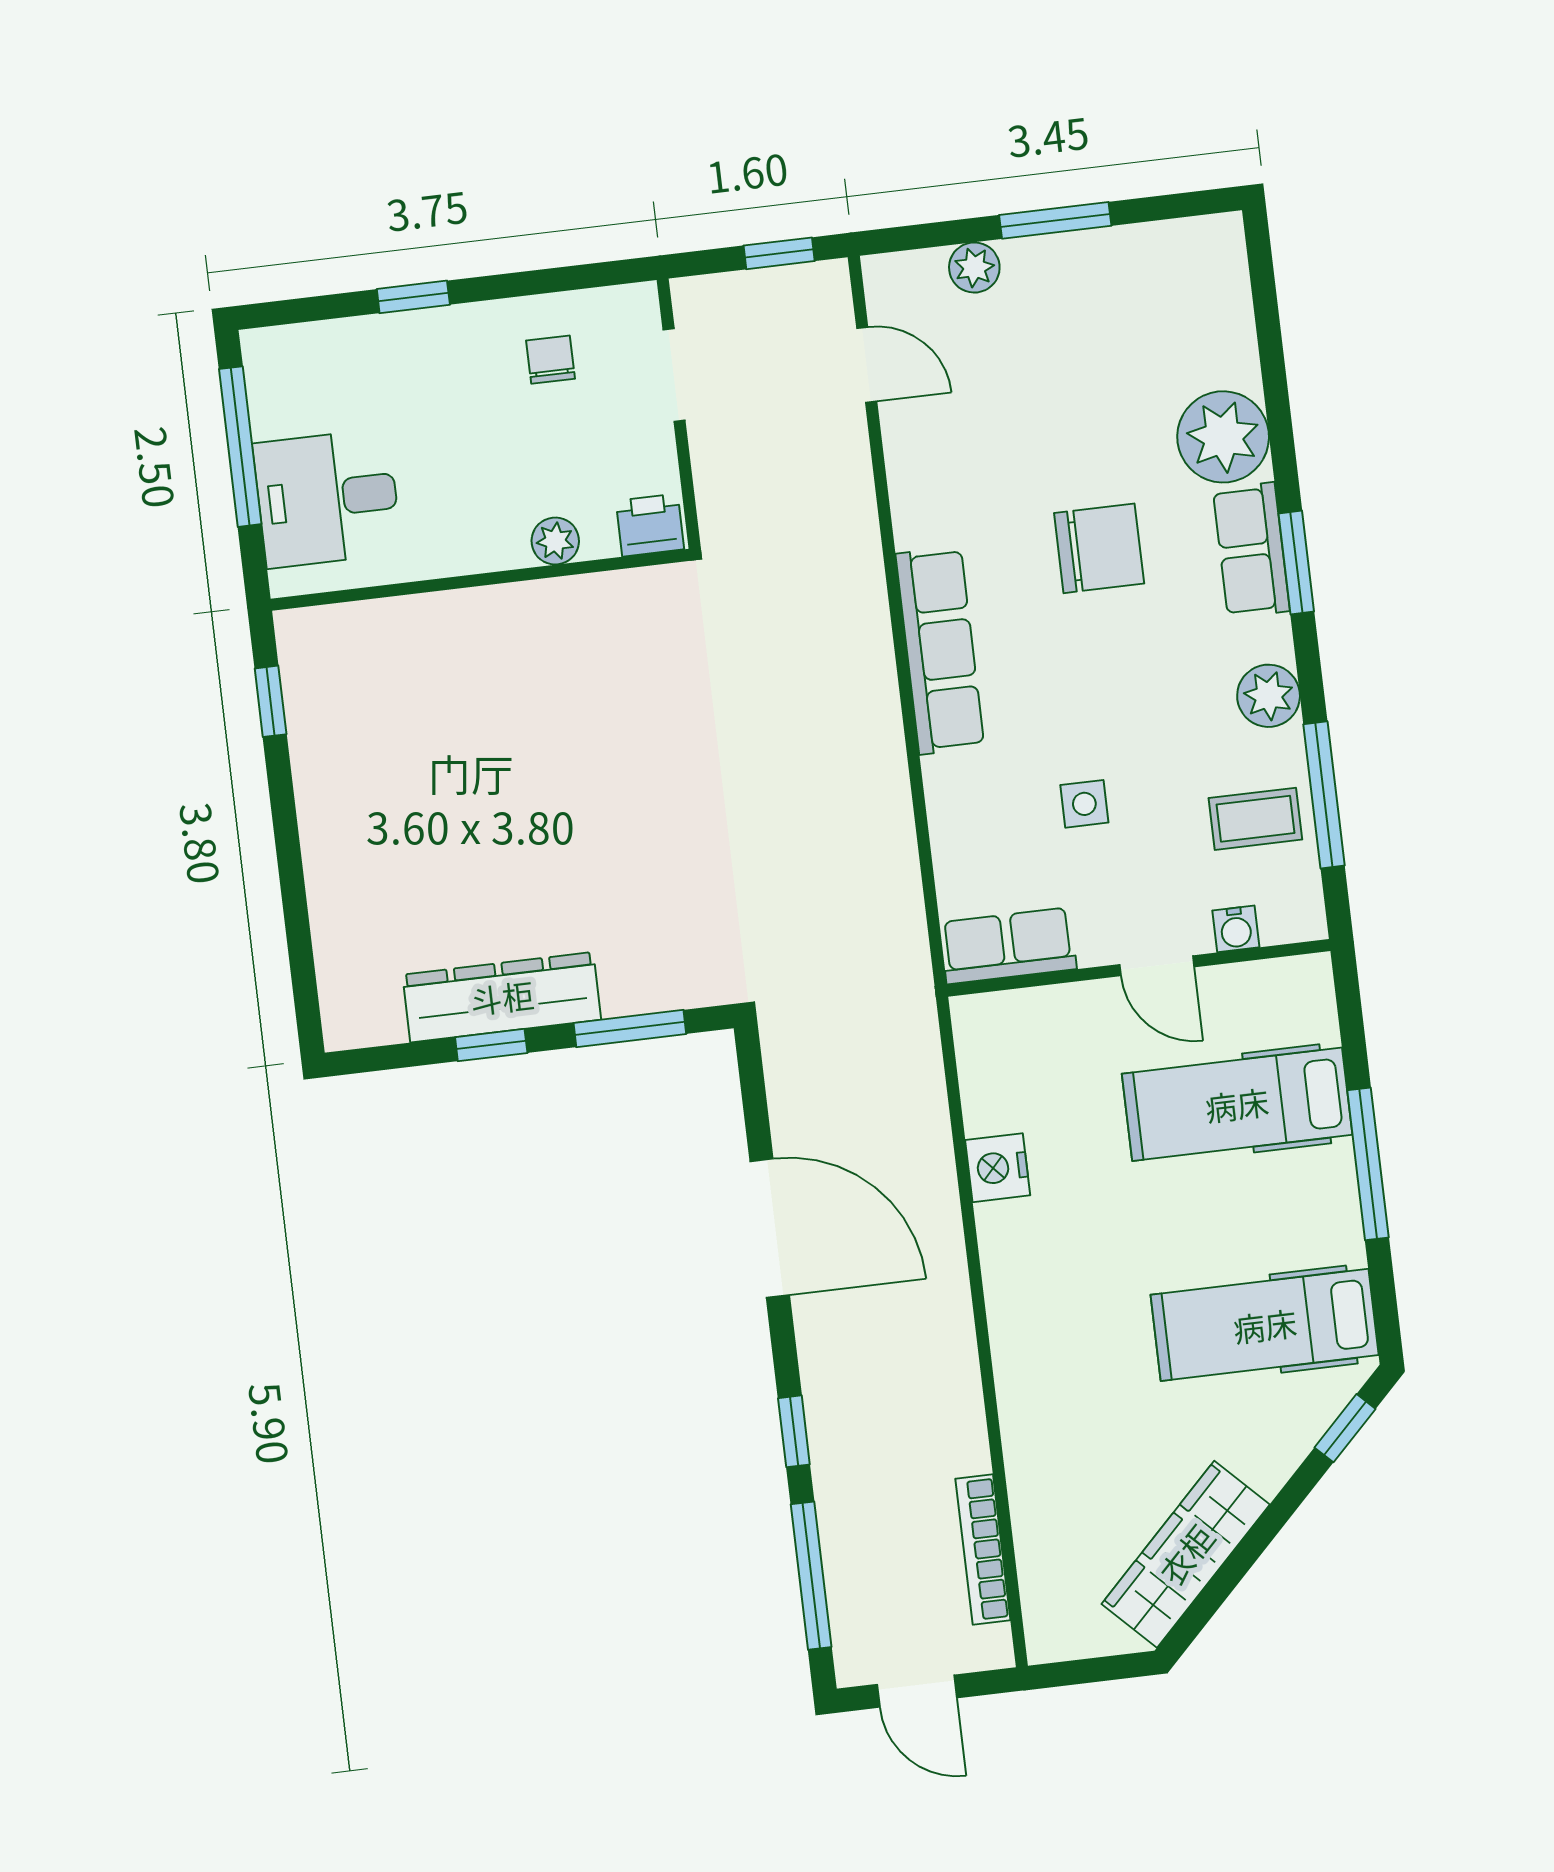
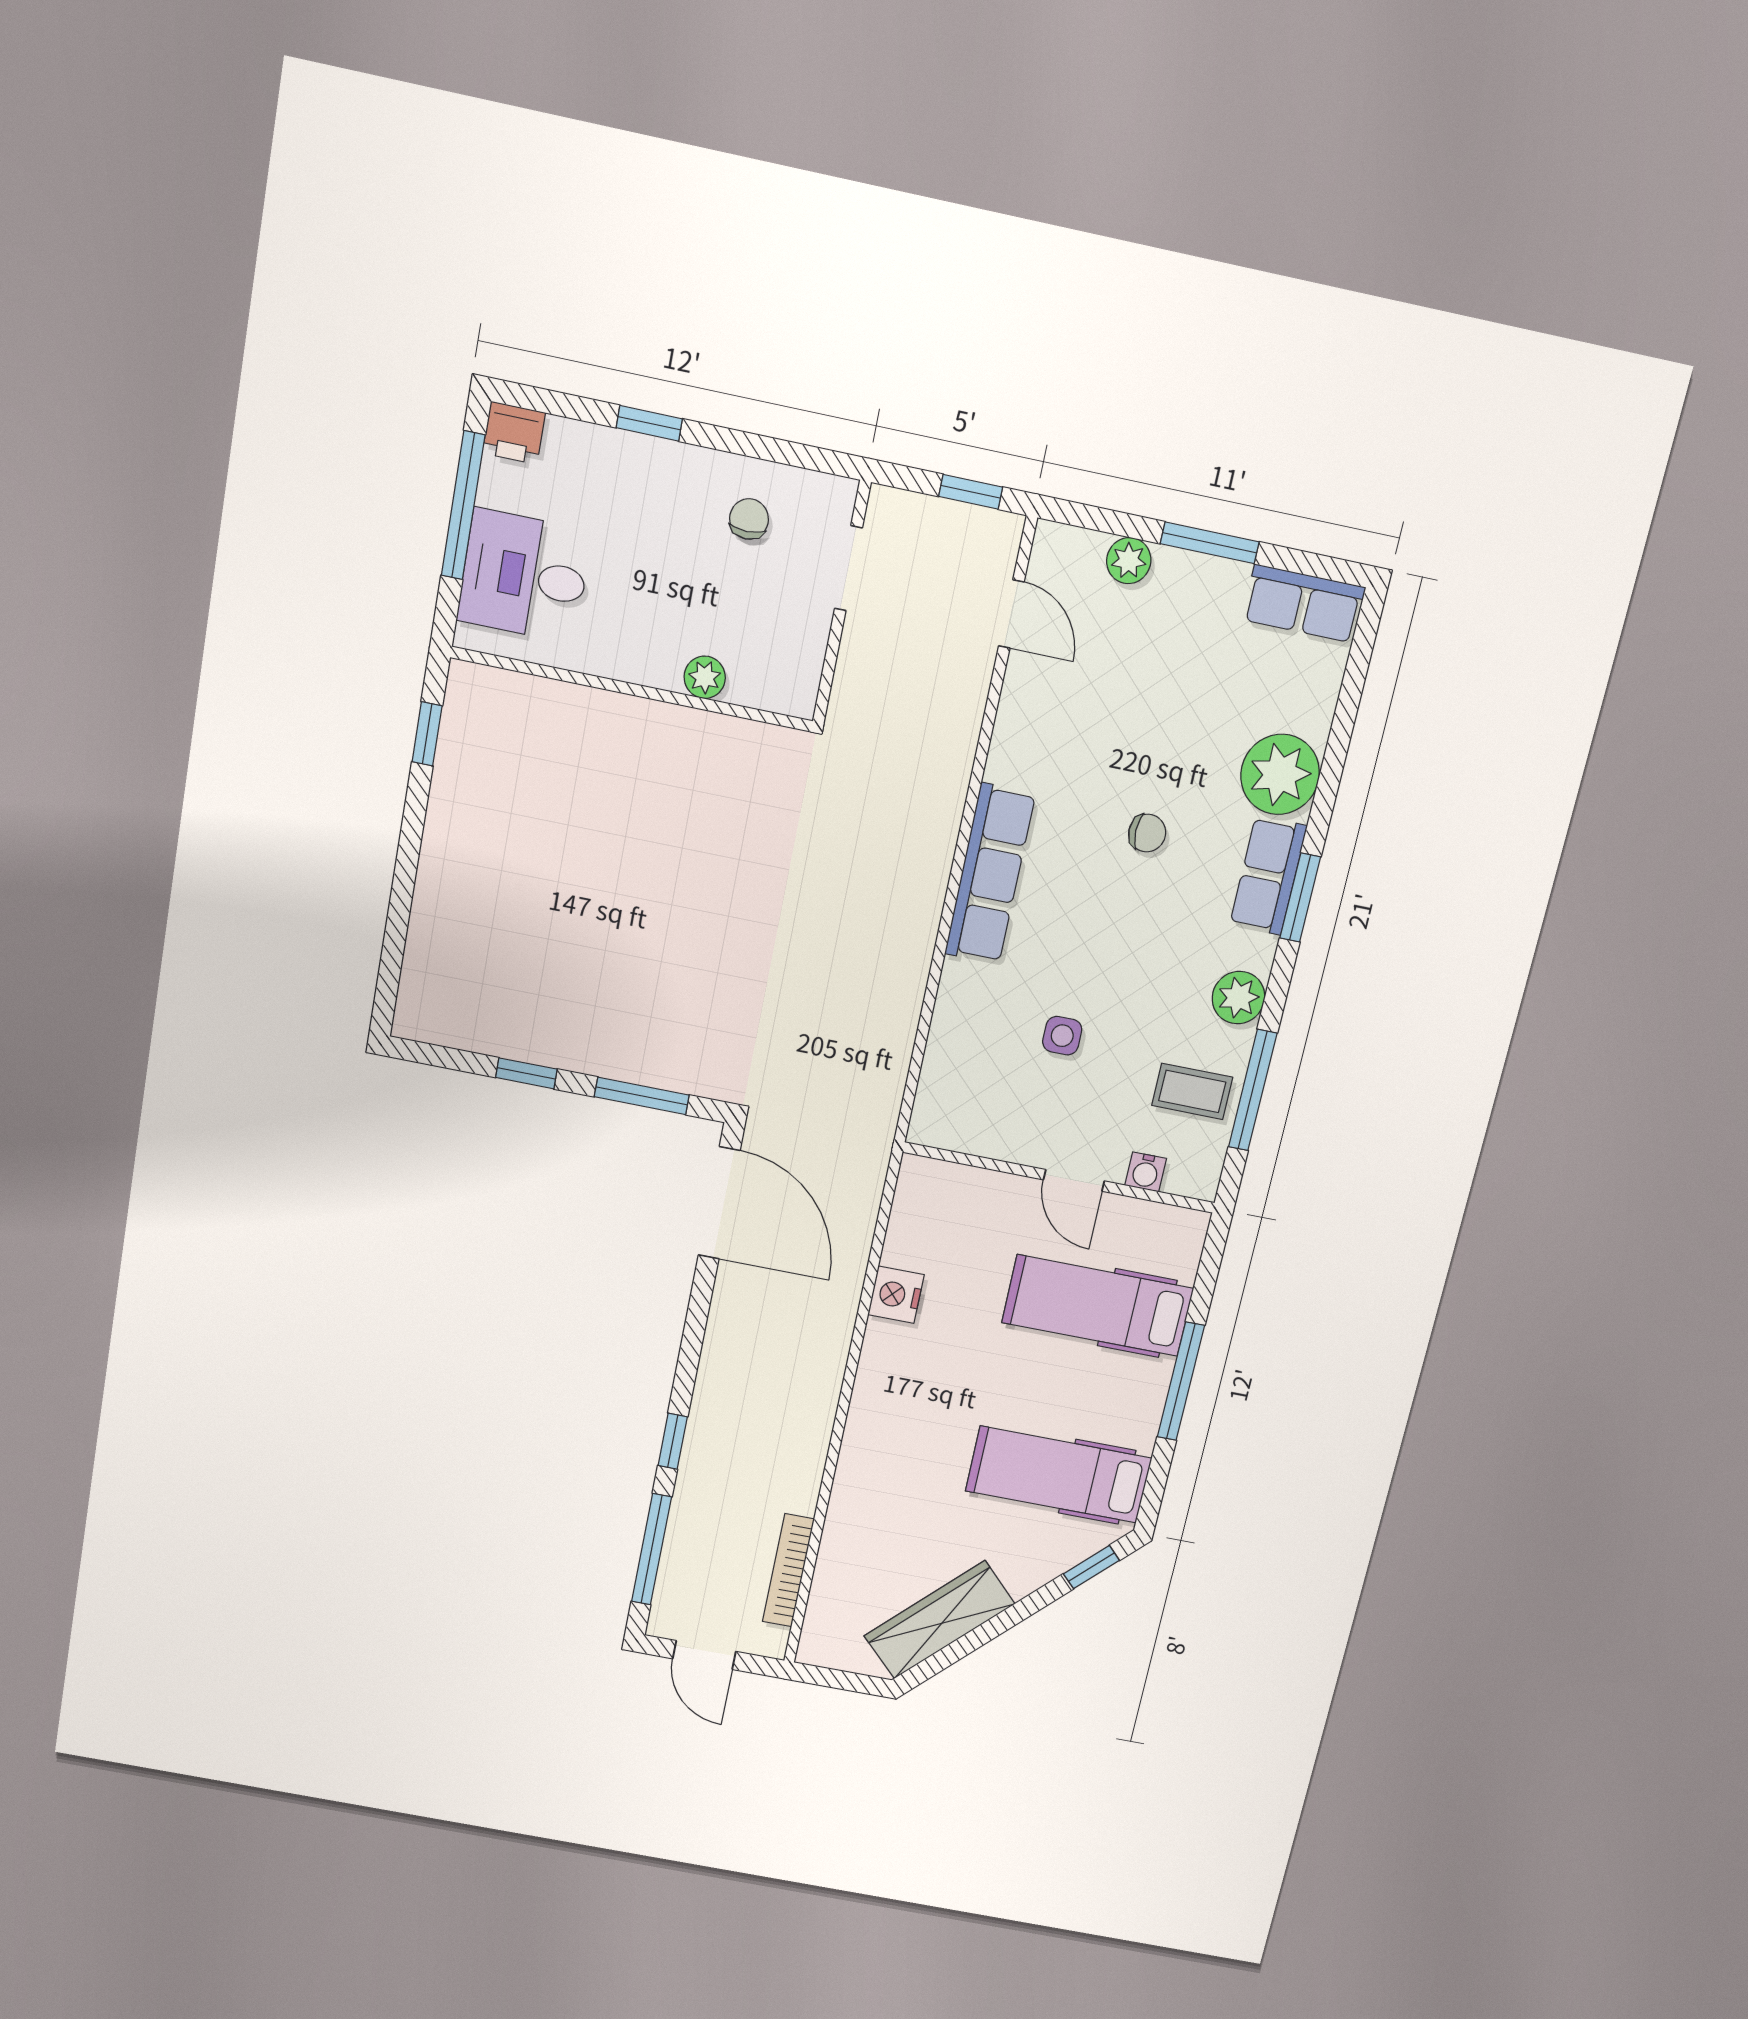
printer: (650, 525) -> (514, 433), moved, turned 180
chair: (1099, 548) -> (1147, 833), width x0.54, depth x0.54
row of seats: (1008, 946) -> (1304, 604), moved, turned 180
dresser: (502, 997) -> (546, 1038), removed
door: (770, 1228) -> (719, 1203), moved

